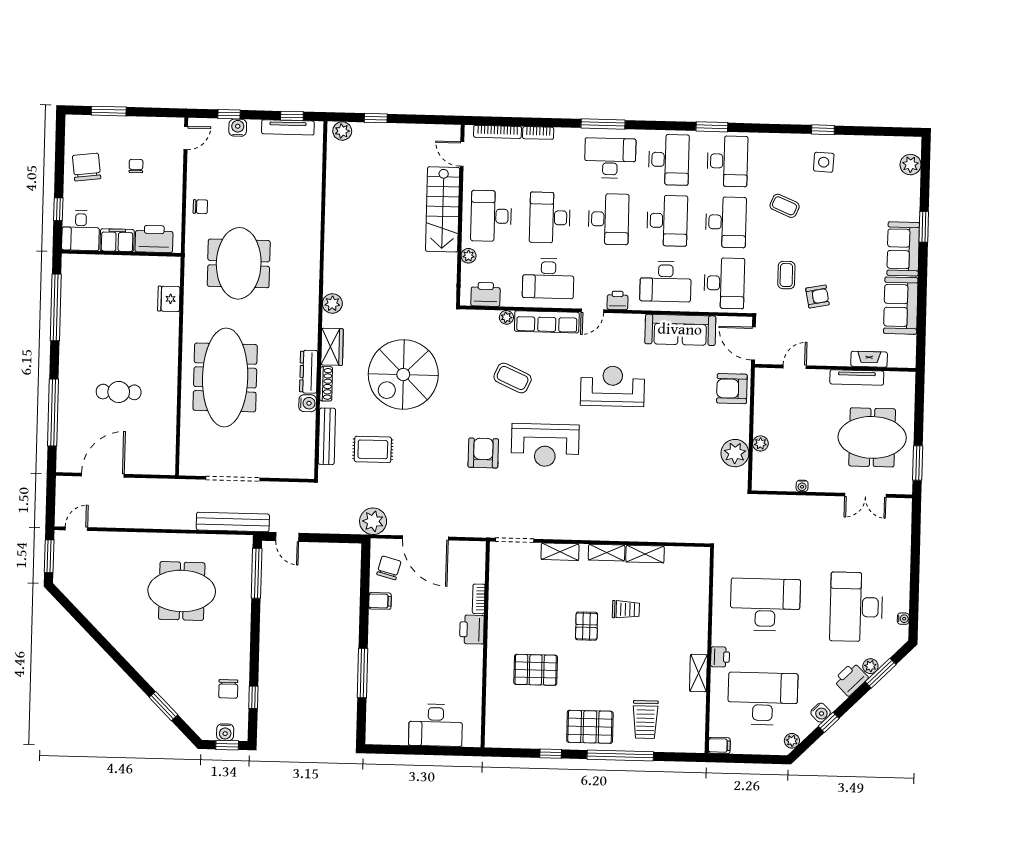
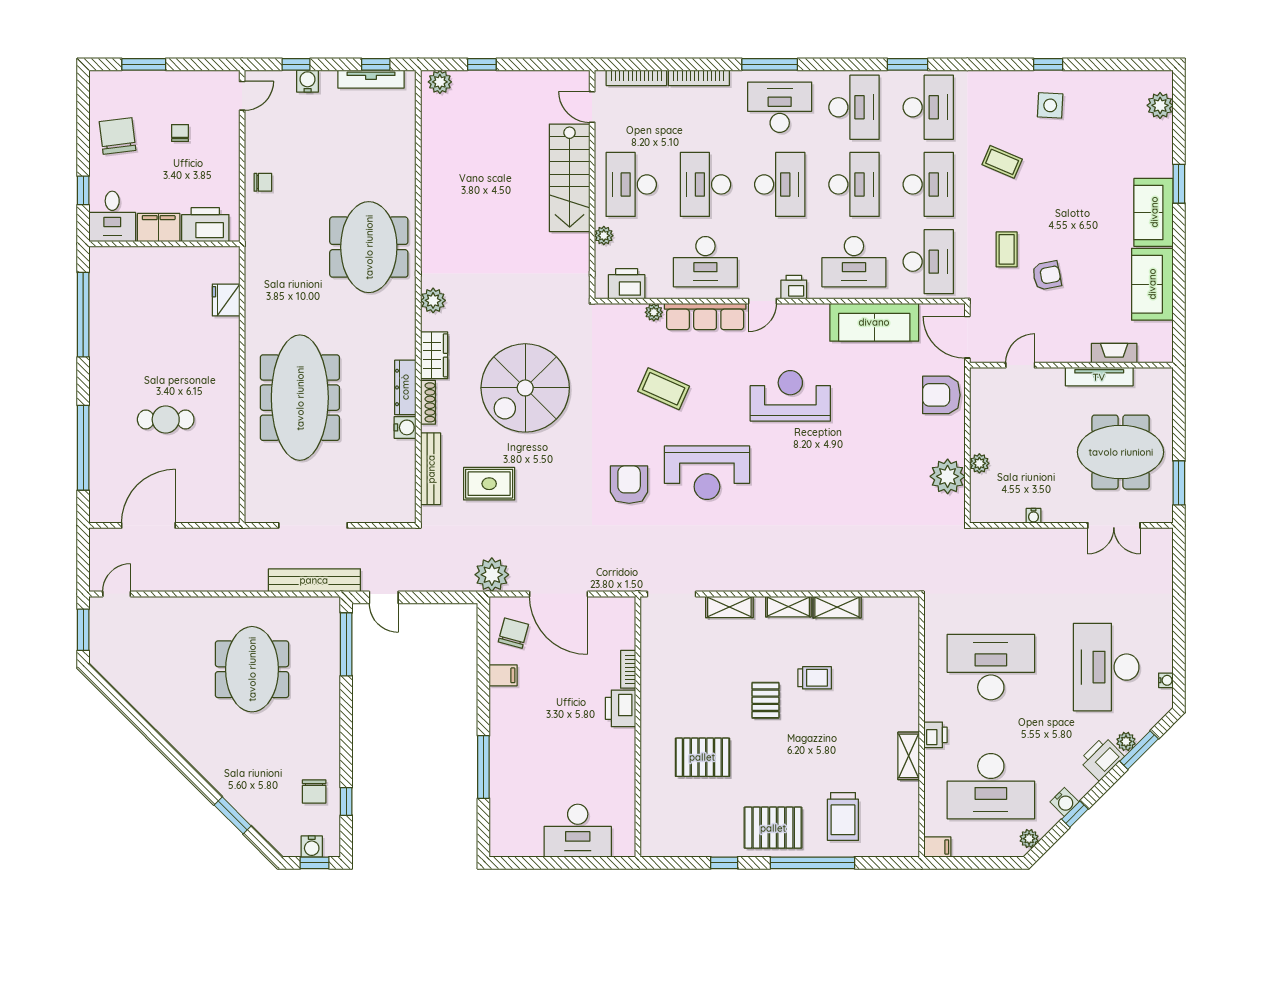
bookcase: (538, 133) -> (699, 78), width x1.56
meeting table: (239, 263) -> (369, 247), moved
meeting table: (182, 591) -> (252, 669), turned 90
desk: (763, 699) -> (991, 786), turned 180

